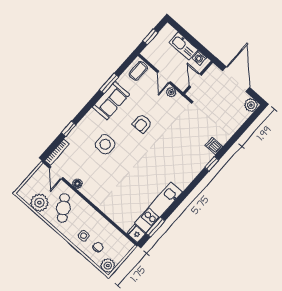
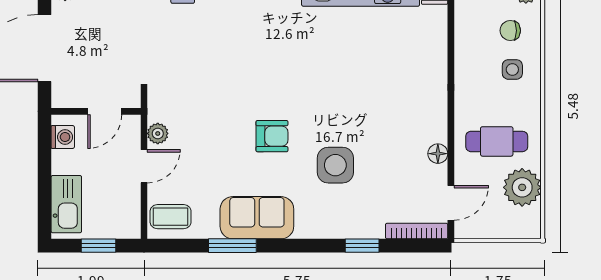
kitchen sink: (183, 46) -> (66, 204), moved
armchair: (142, 124) -> (272, 136), moved
cafe table: (63, 208) -> (497, 141), turned 35

